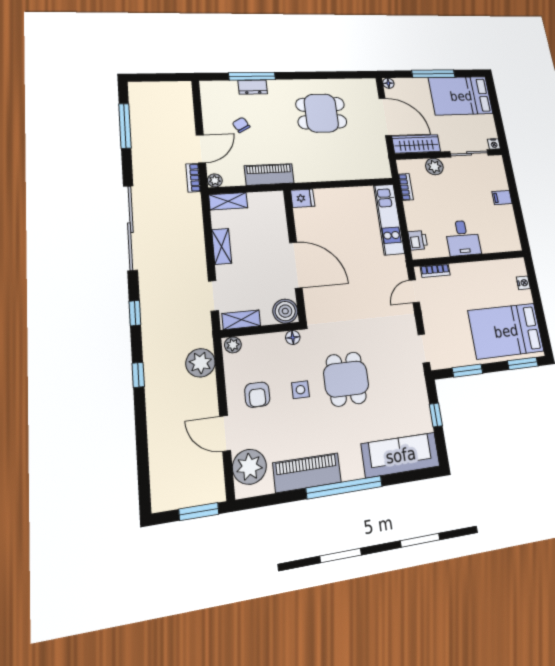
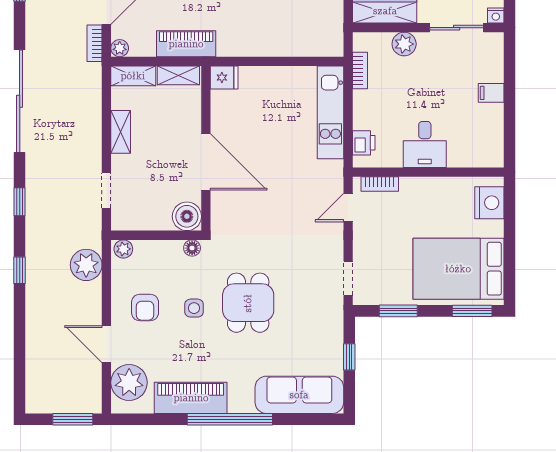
nightstand: (523, 283) -> (489, 203), width x1.89, depth x1.79
shelving: (241, 320) -> (178, 75), moved

